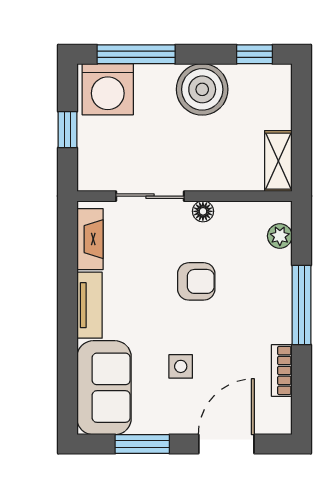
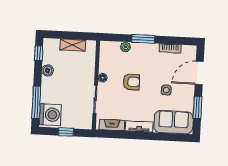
boiler: (202, 89) -> (48, 70), width x0.54, depth x0.54
shelving: (278, 161) -> (73, 45), moved
plant: (280, 236) -> (125, 47), moved
armchair: (196, 281) -> (131, 82), turned 90
window: (301, 305) -> (143, 39), width x0.69
door: (226, 444) -> (199, 73), hinge flipped

